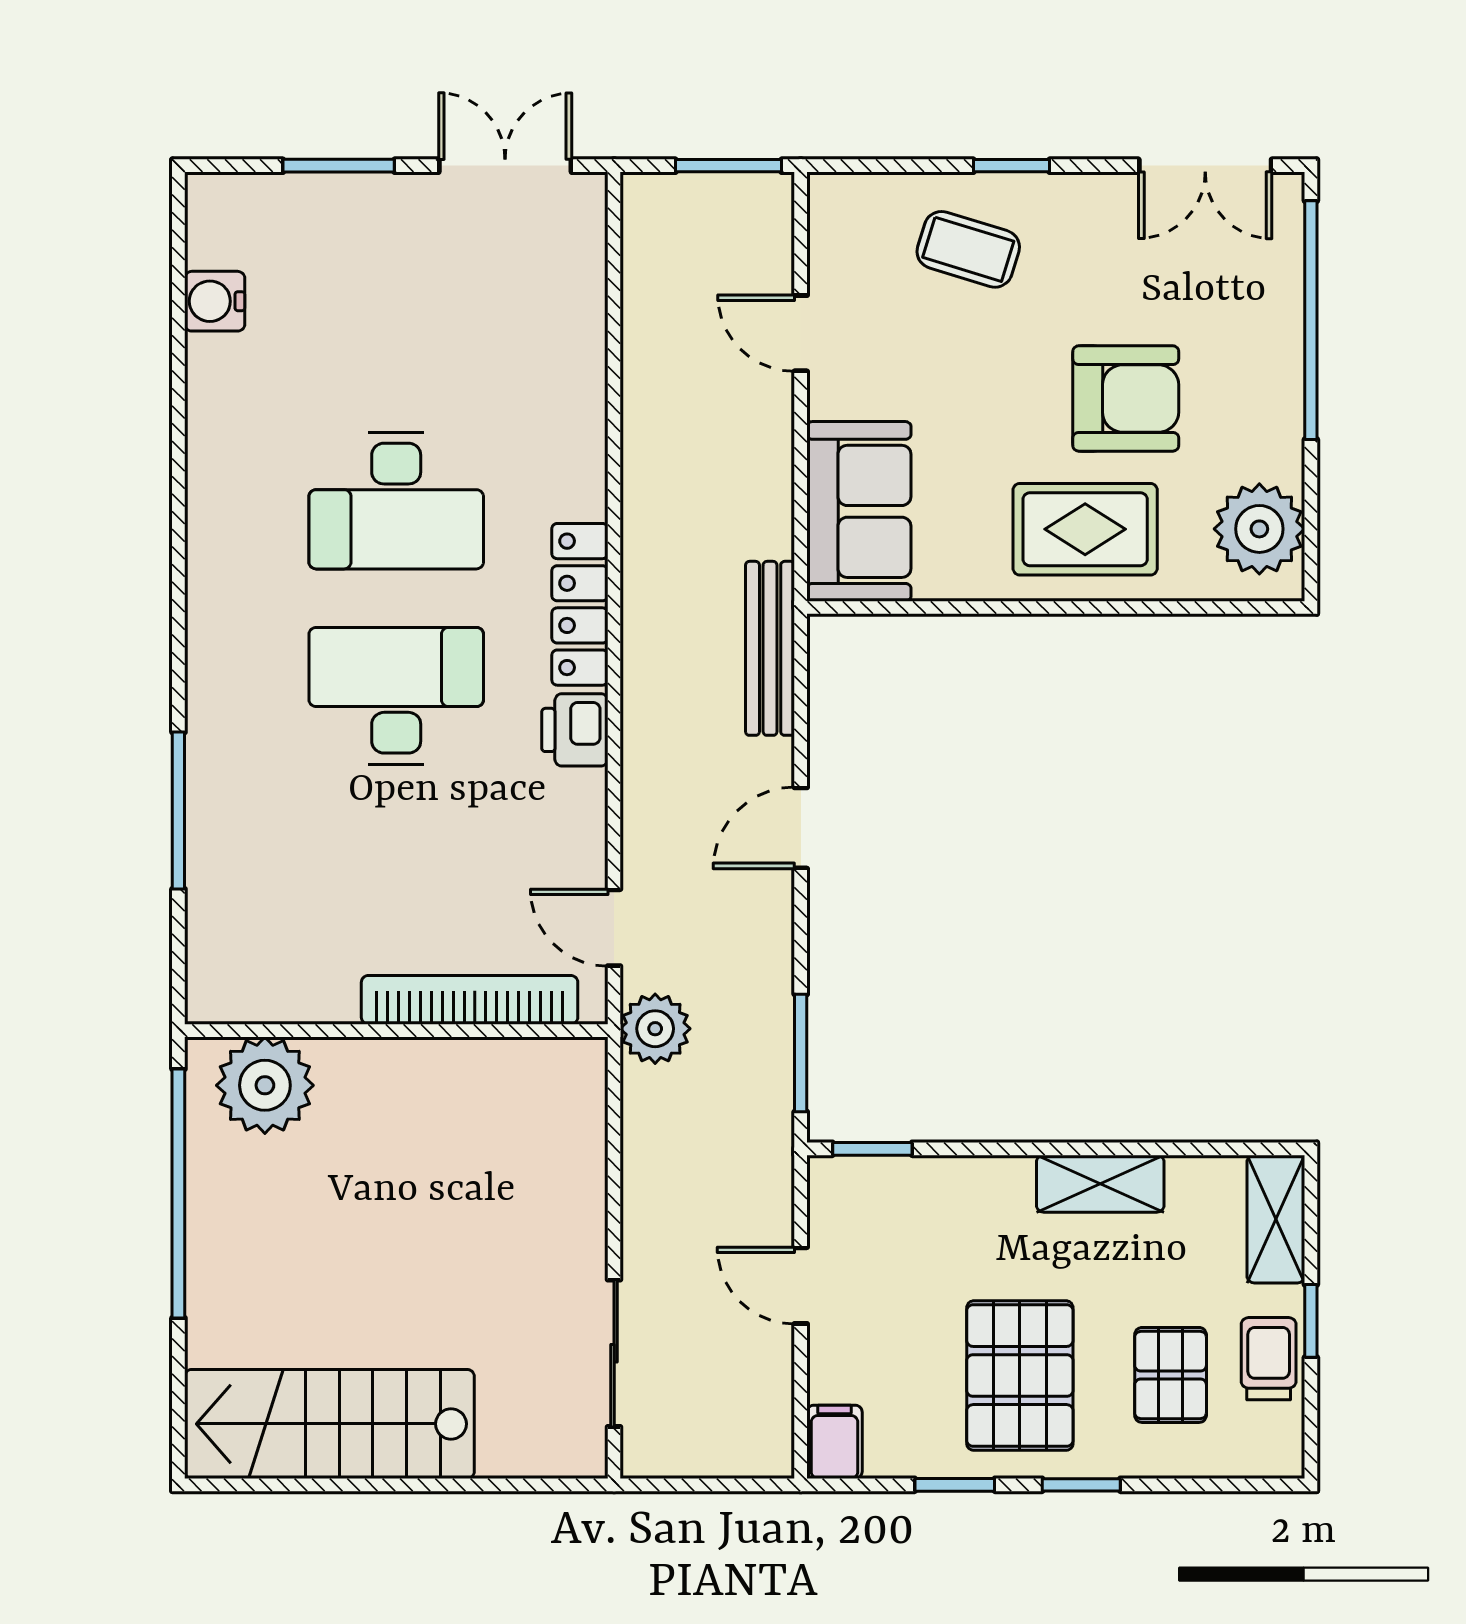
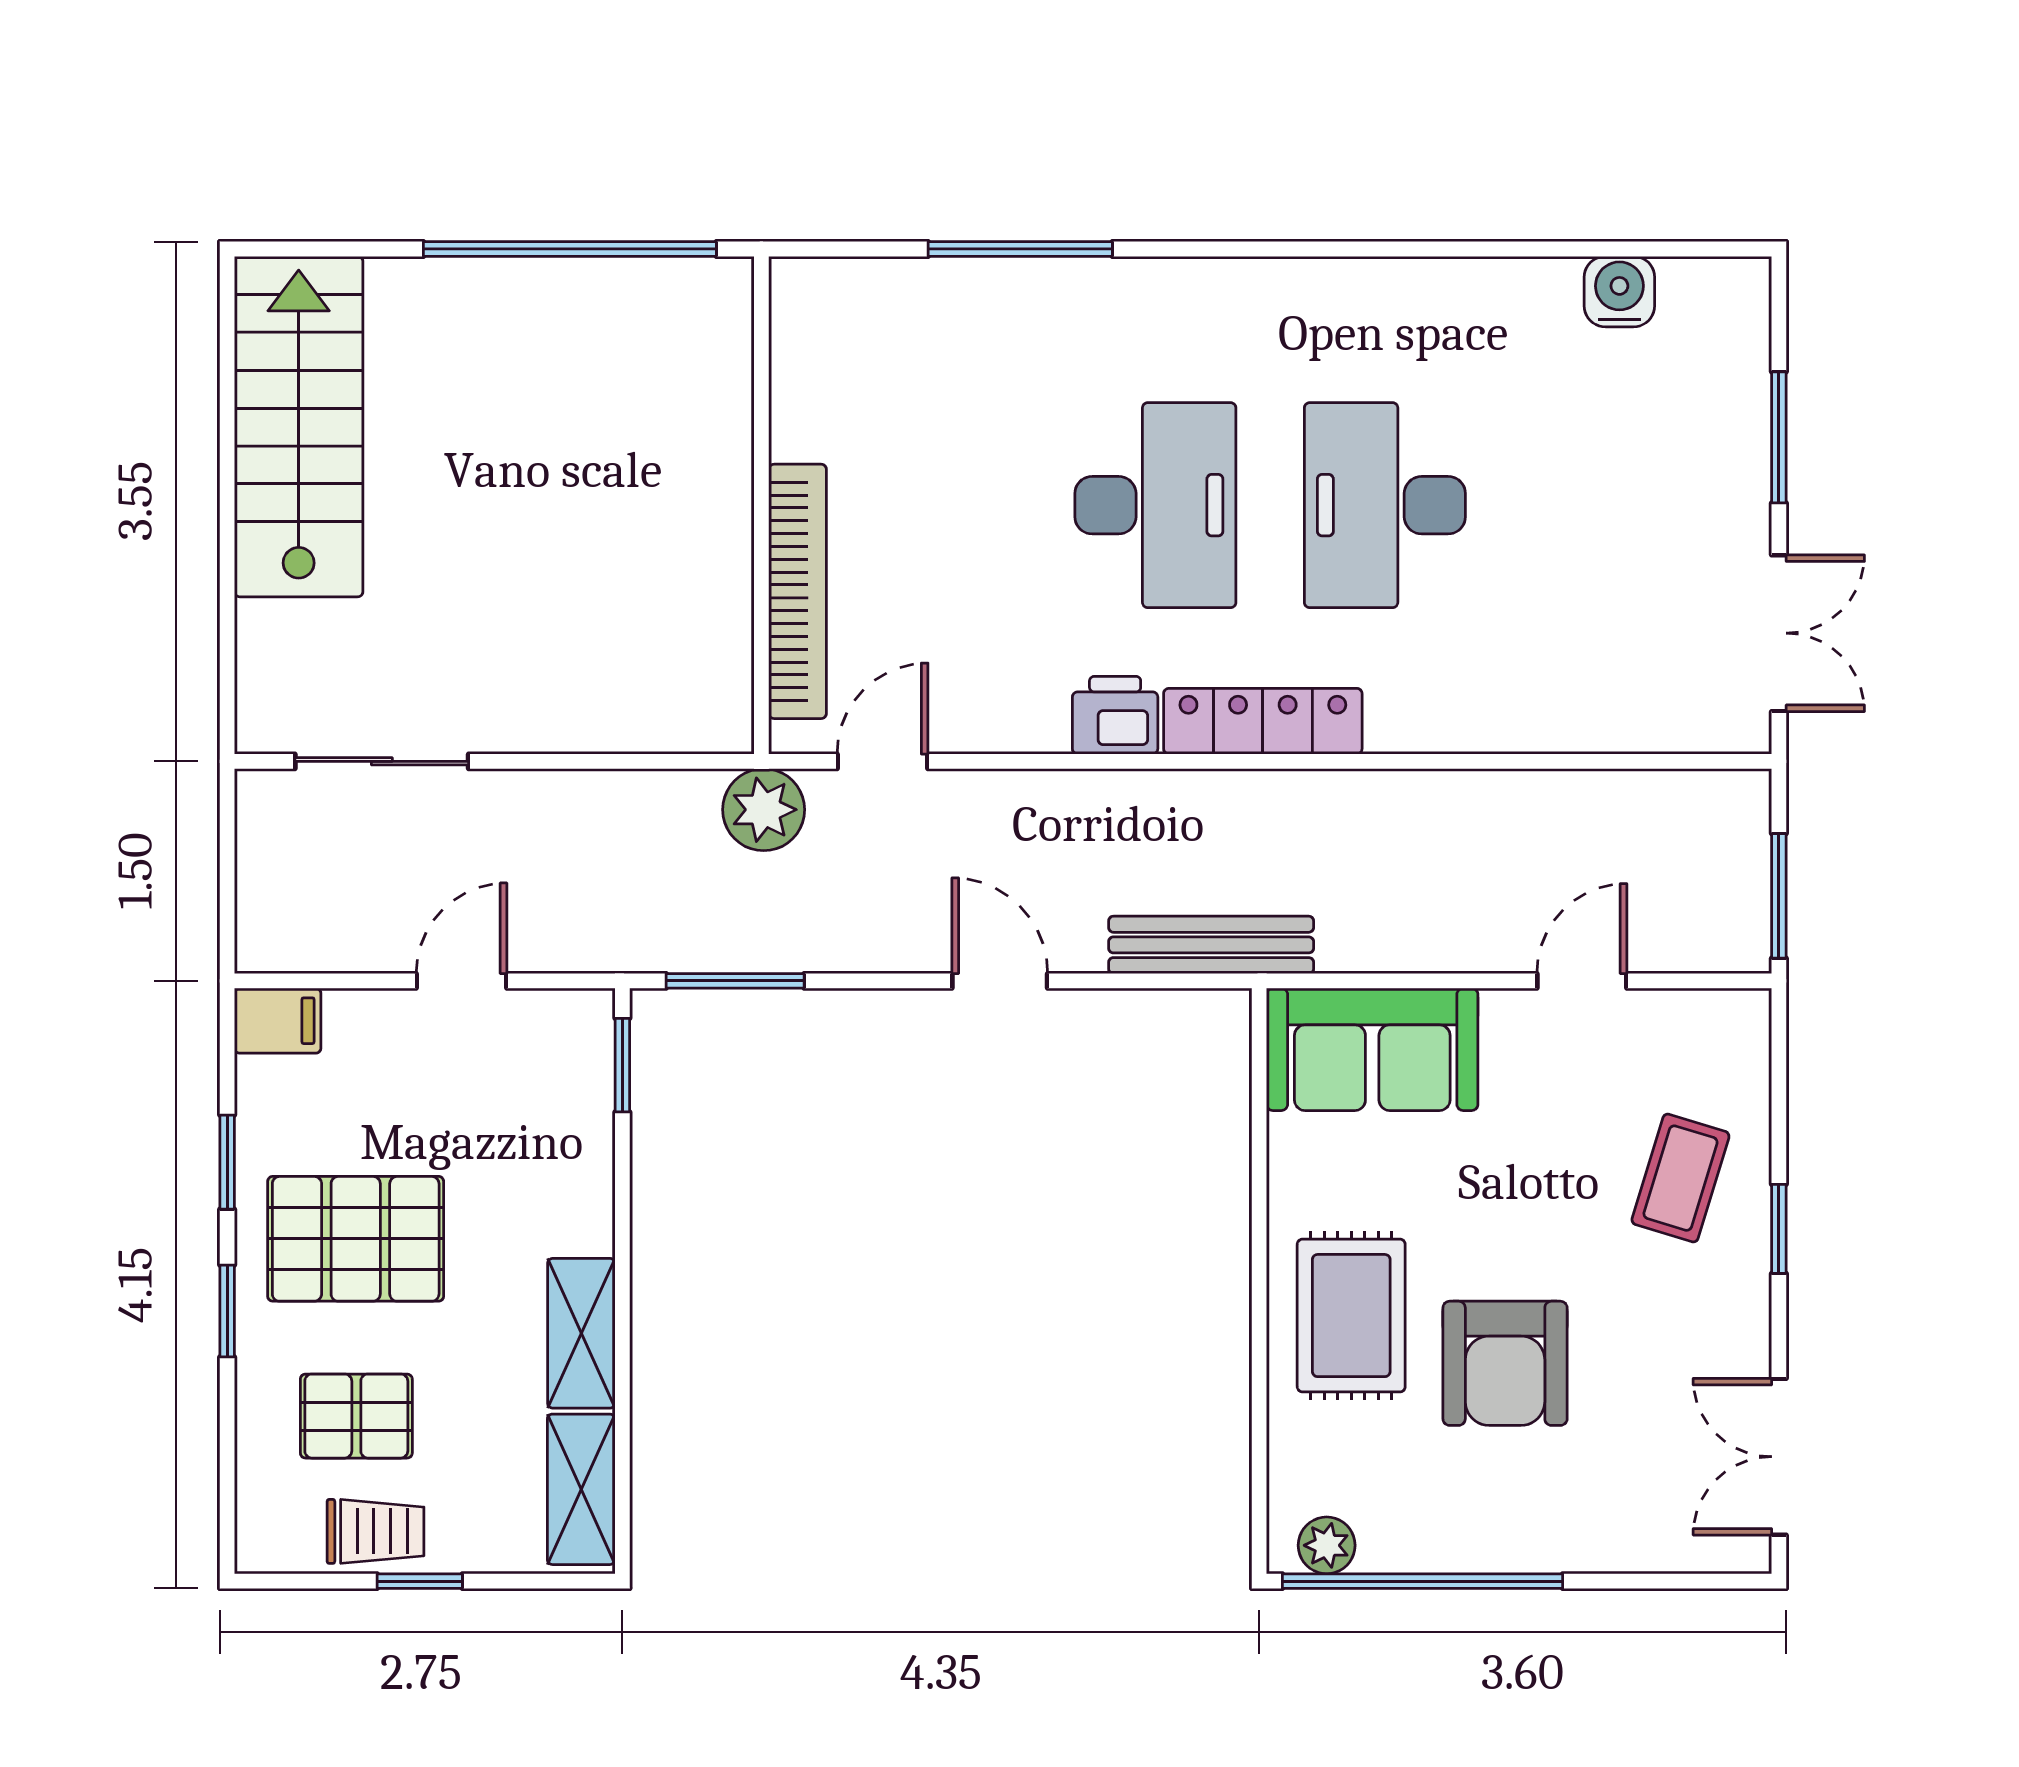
window: (1311, 320) -> (1423, 1581), moved
plant: (1259, 529) -> (1327, 1545), width x0.53, depth x0.53
plant: (265, 1085) -> (697, 351), removed
shelving: (1276, 1219) -> (581, 1489), moved, turned 90

